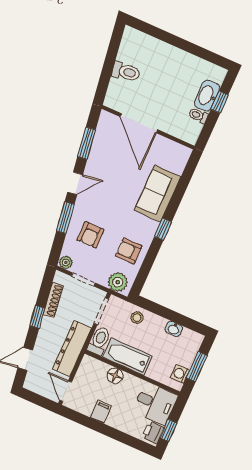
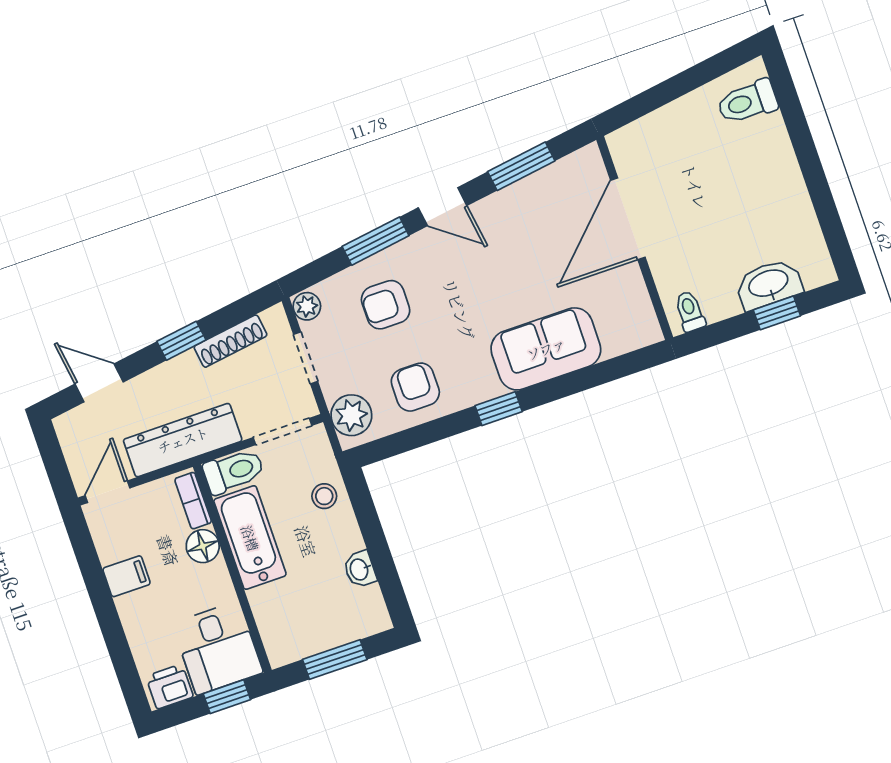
toilet: (126, 72) -> (747, 102), moved, turned 98
toilet: (198, 115) -> (690, 311), moved
bookcase: (96, 364) -> (193, 501), added
washing machine: (180, 374) -> (299, 644), removed
window: (168, 430) -> (227, 697), moved

